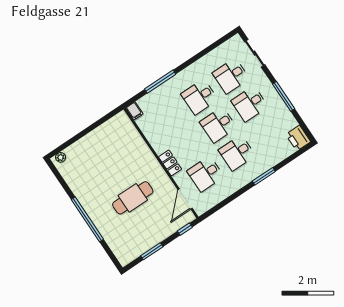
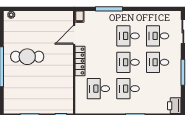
locker: (170, 163) -> (80, 61), width x1.53
cafe table: (133, 198) -> (27, 57), moved
door: (185, 199) -> (74, 35), moved

